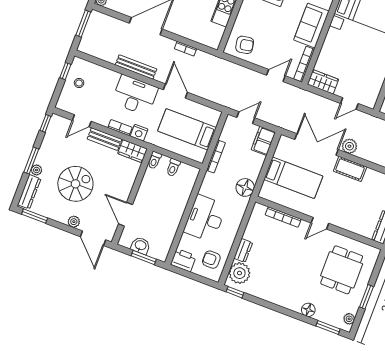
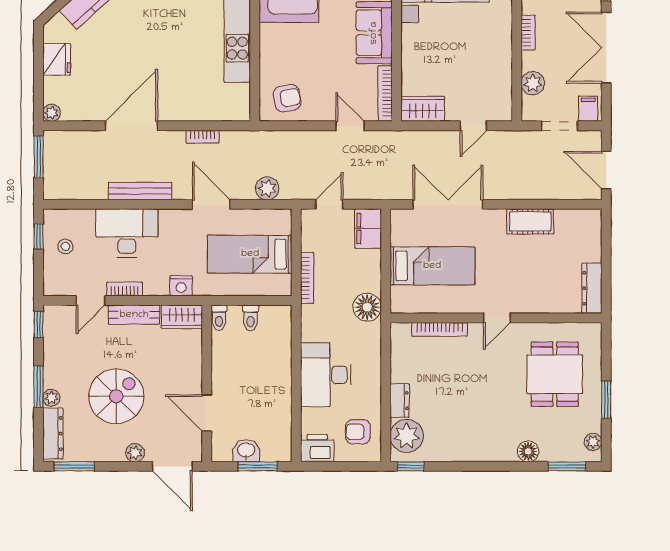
door: (276, 76) -> (350, 126), hinge flipped
desk: (135, 95) -> (127, 233), moved
bookcase: (120, 128) -> (125, 289), moved
plant: (349, 146) -> (267, 188), moved
cot: (350, 169) -> (530, 221), moved

